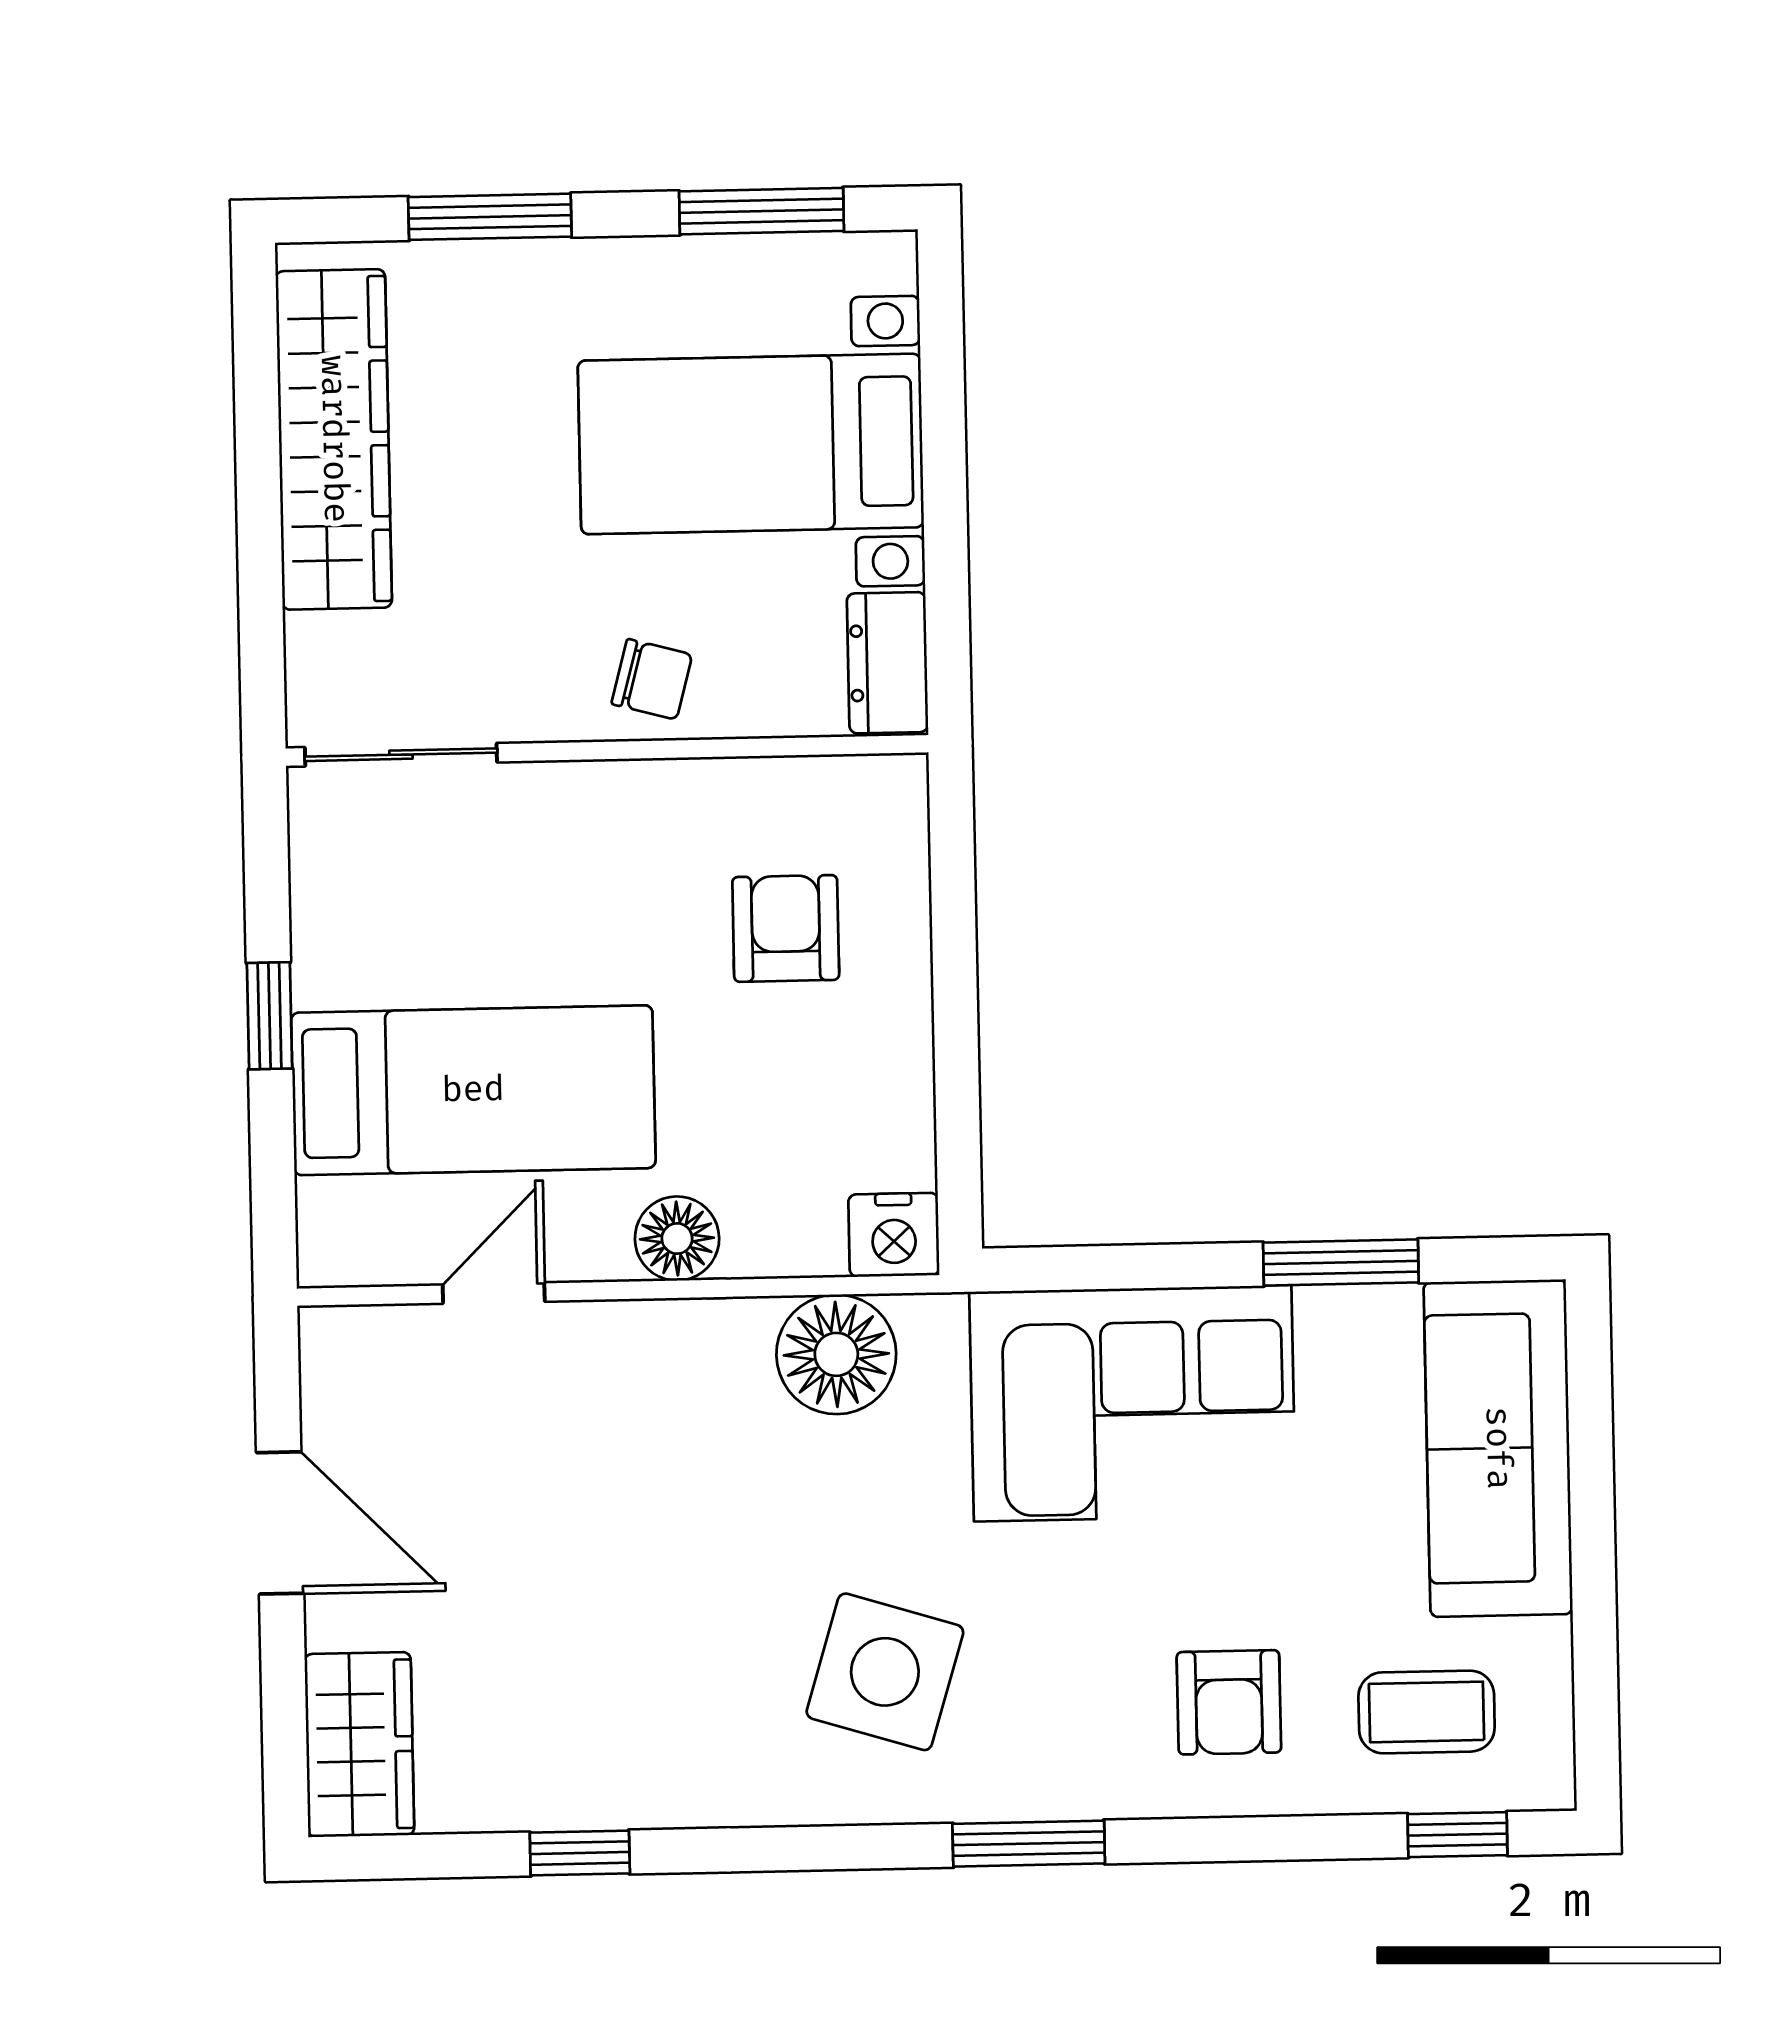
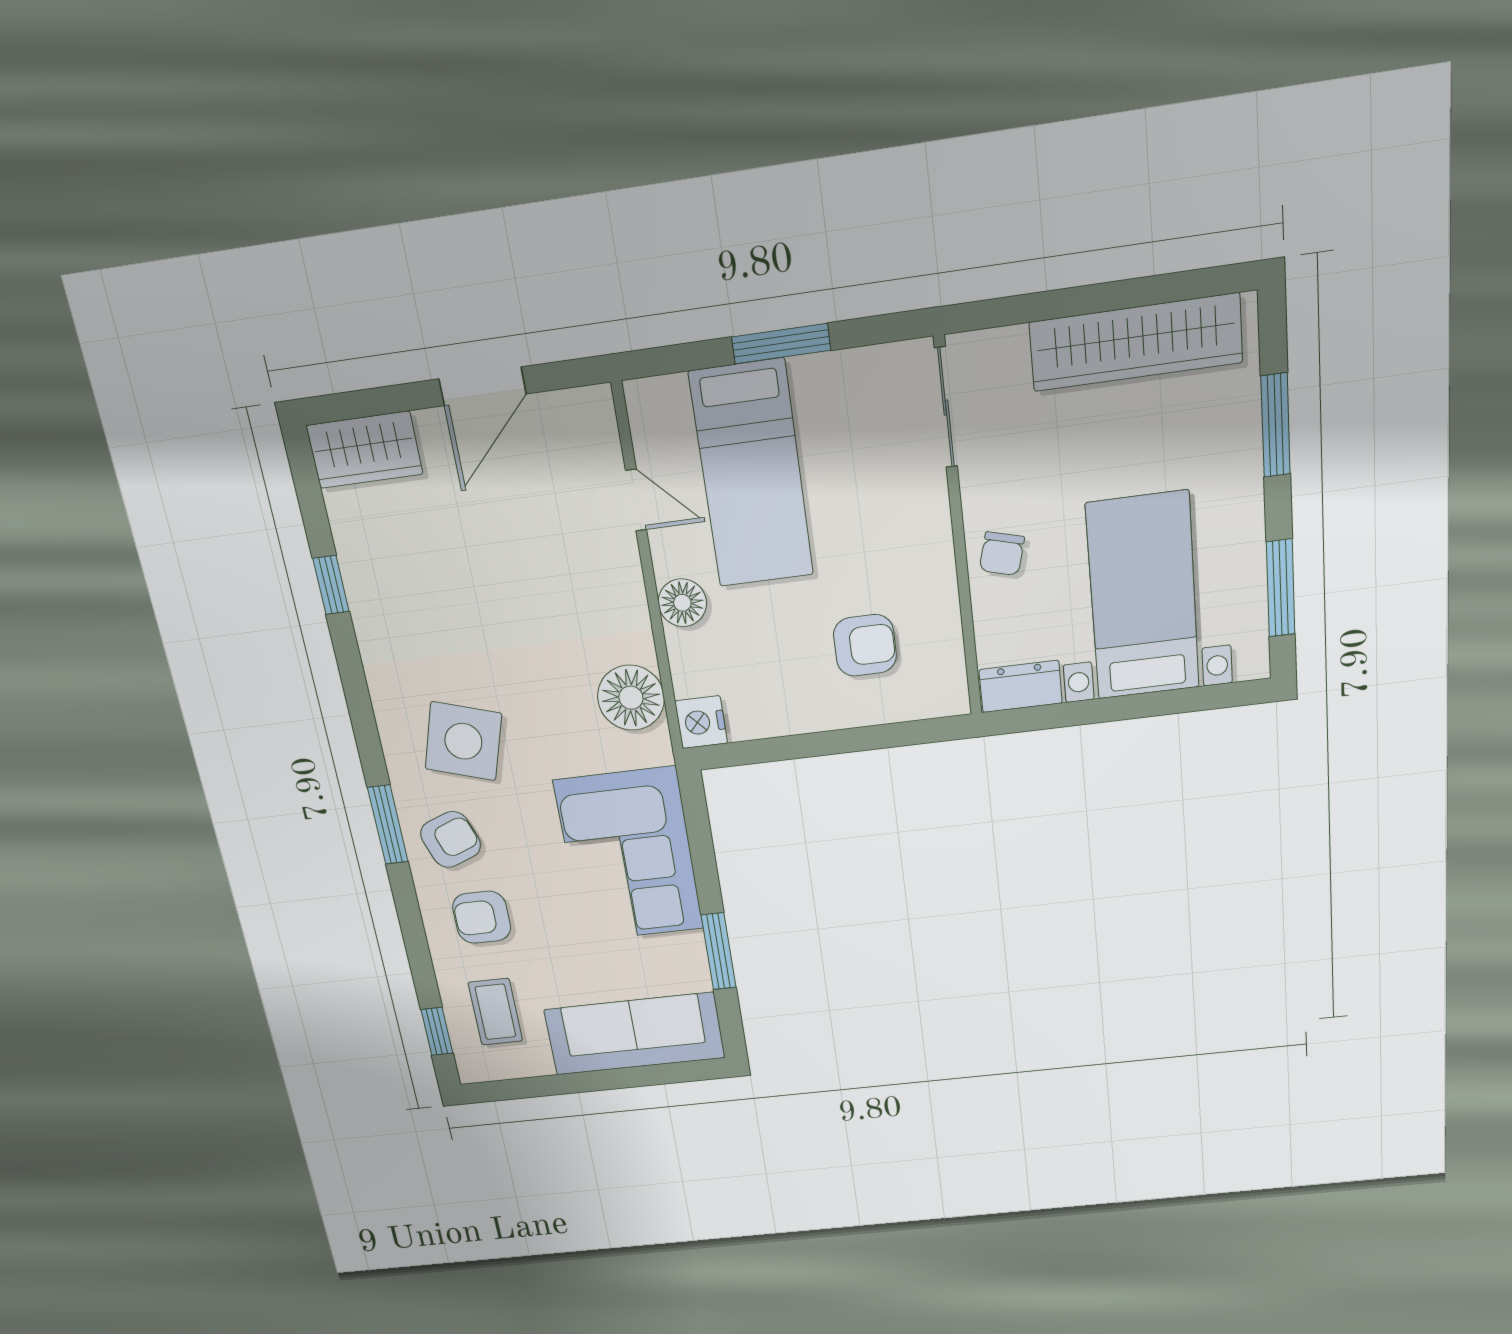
window: (270, 1016) -> (781, 344), width x1.50
armchair: (1069, 1732) -> (451, 840), added

